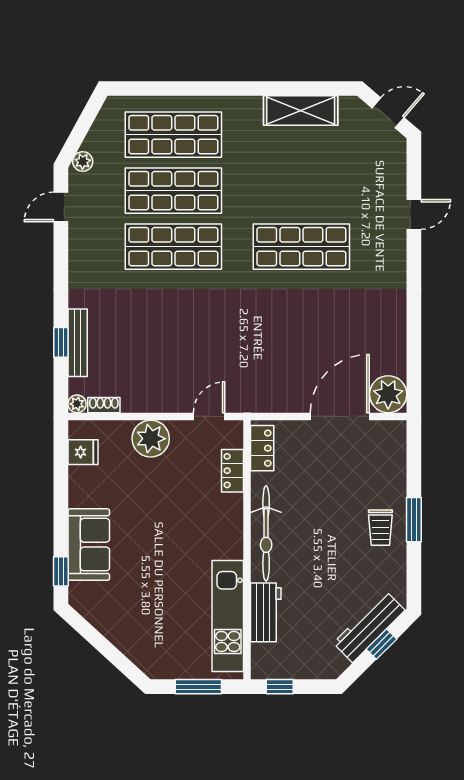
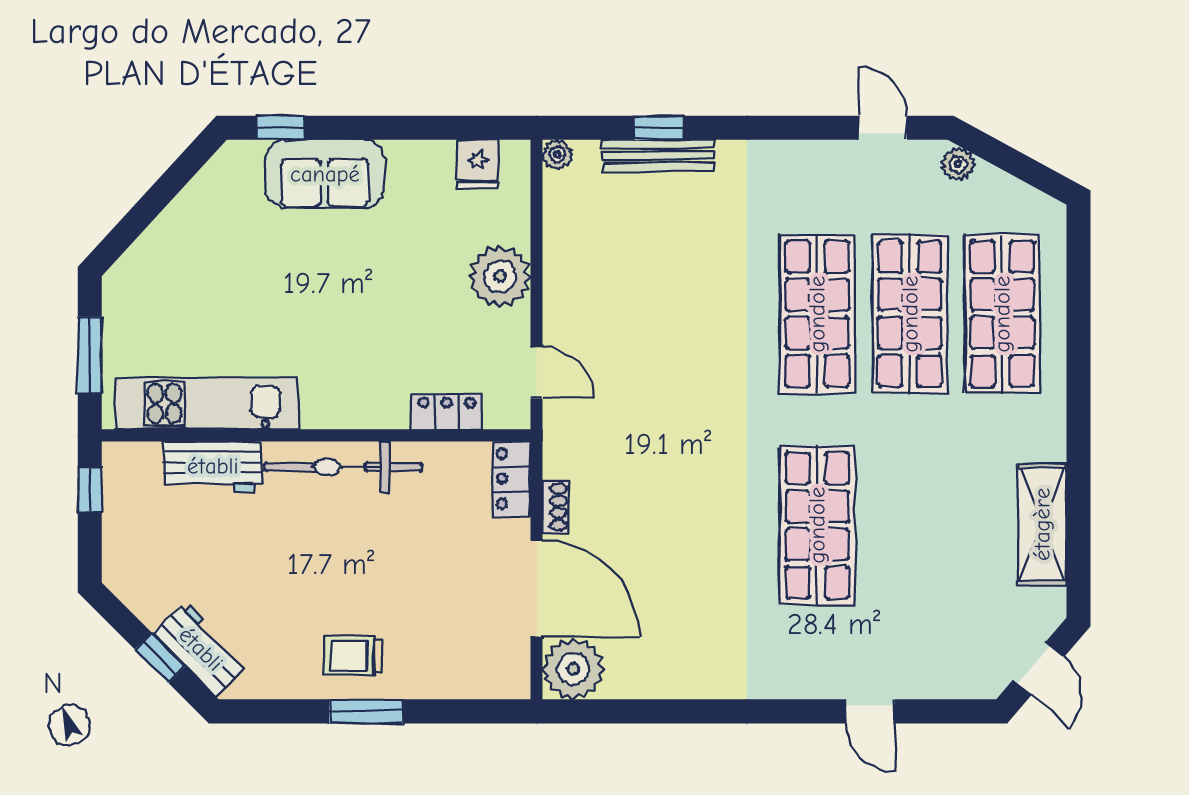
shoe rack: (104, 405) -> (555, 507), moved
locker: (262, 448) -> (512, 479), moved, turned 90
workbench: (369, 627) -> (201, 649), width x0.73

